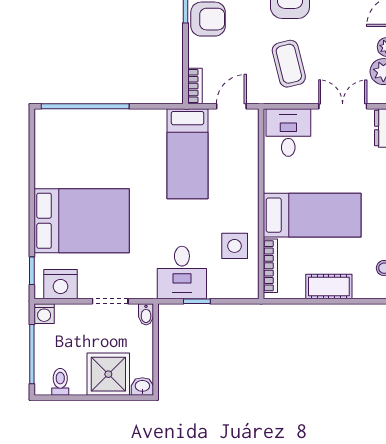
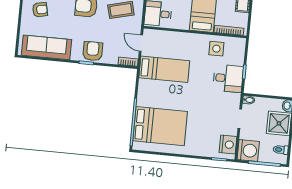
bed: (82, 221) -> (160, 126), moved, turned 90
washing machine: (44, 314) -> (248, 151), width x1.89, depth x1.89

